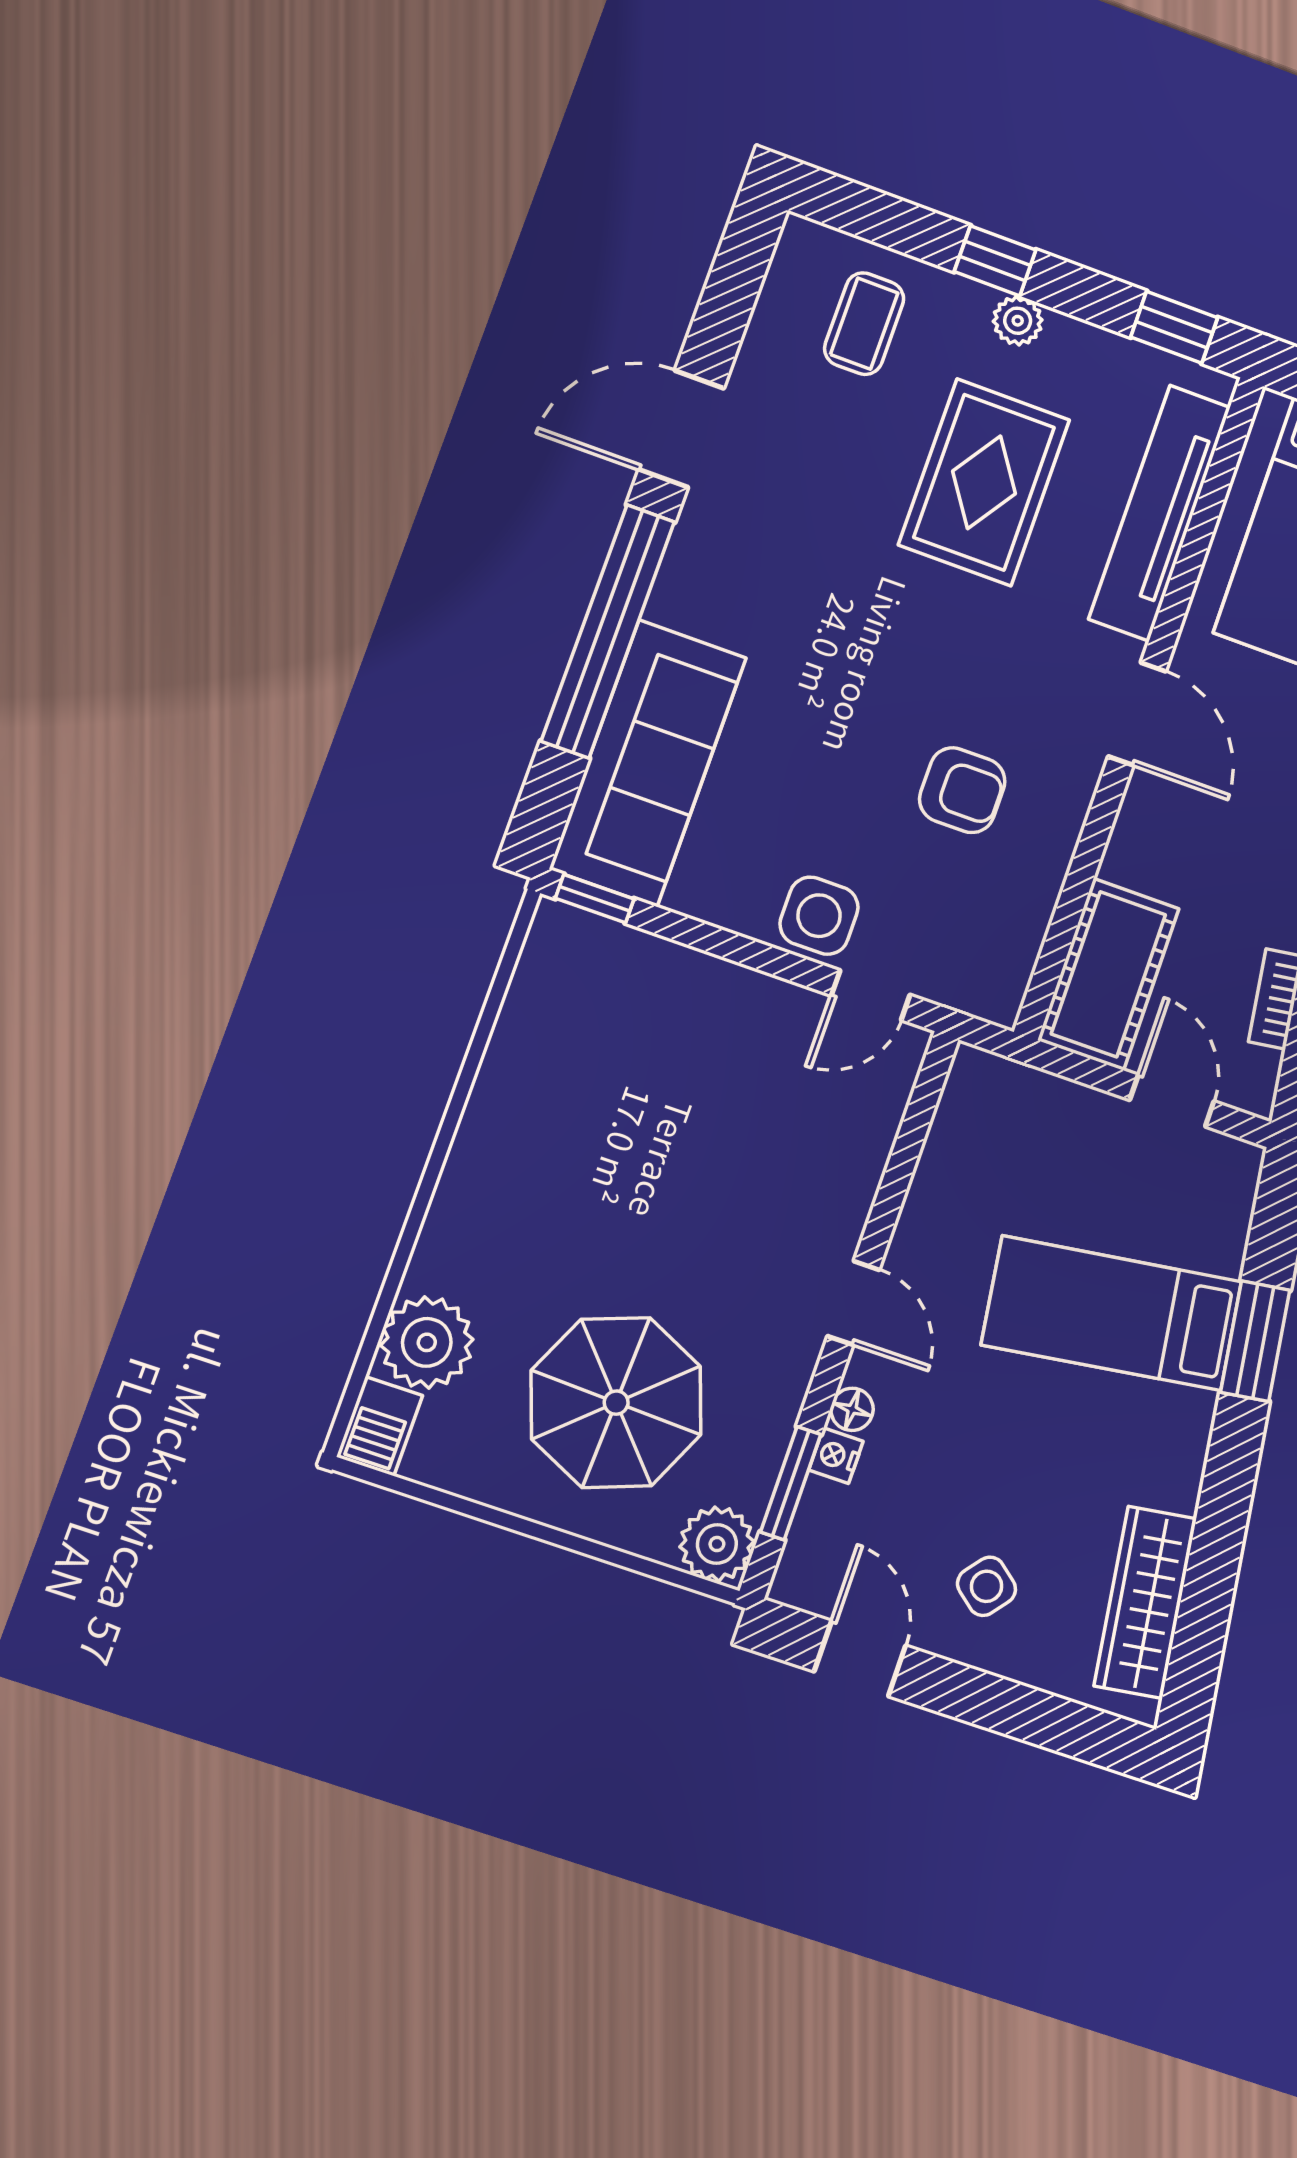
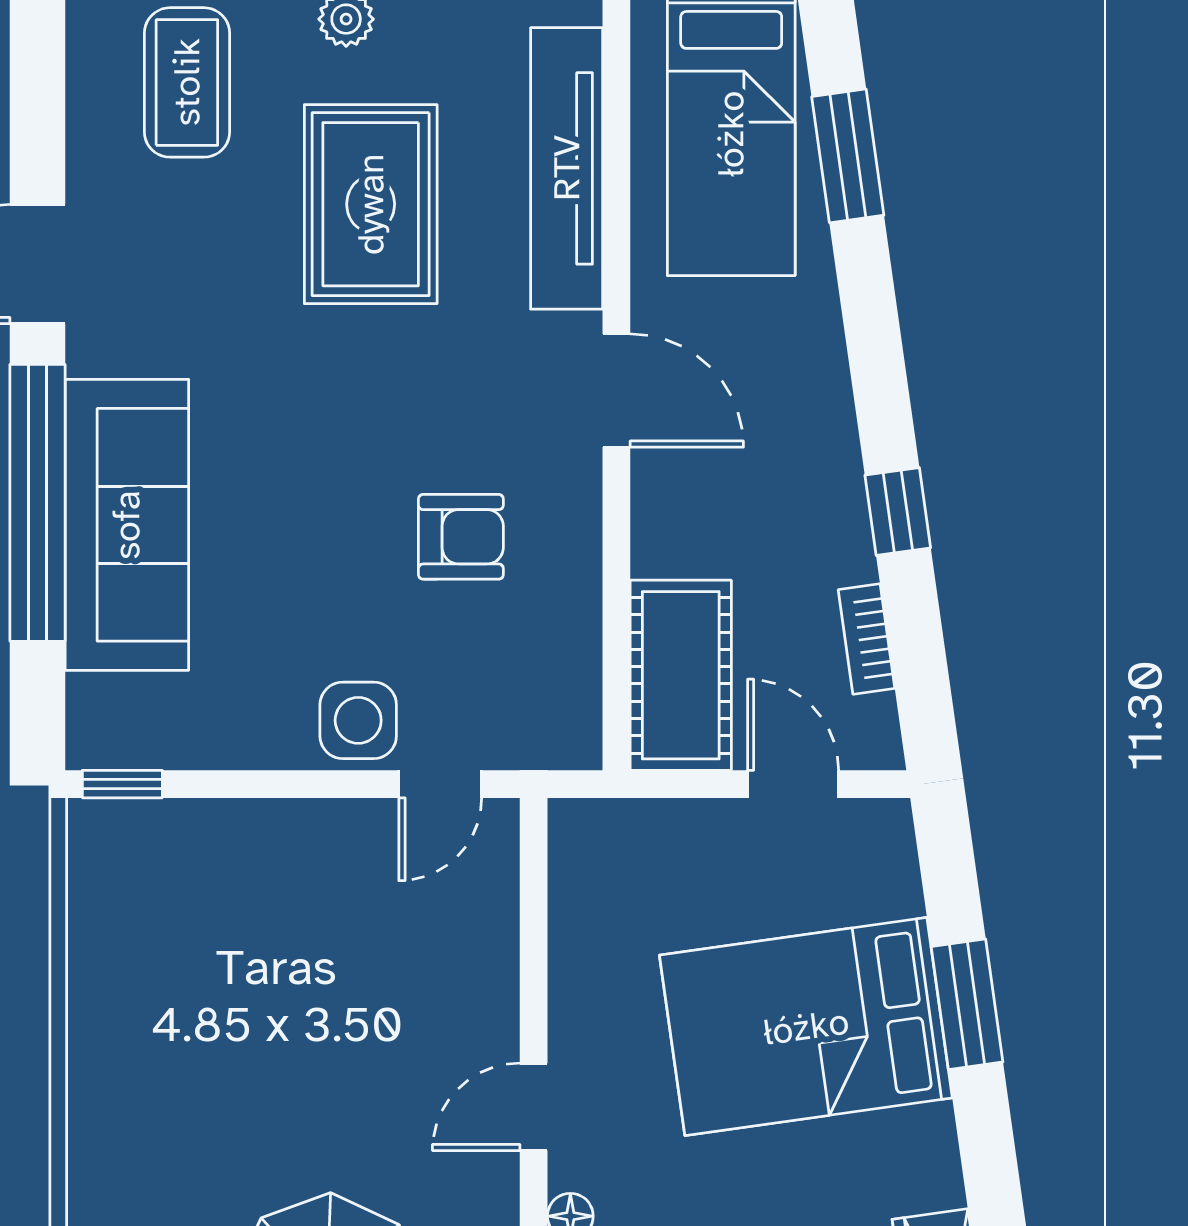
coffee table: (864, 324) -> (187, 82), width x1.36, depth x1.30
sofa: (648, 763) -> (127, 525), moved
door: (853, 1303) -> (534, 1107), swing flipped
bed: (1112, 1313) -> (806, 1027), width x1.50

